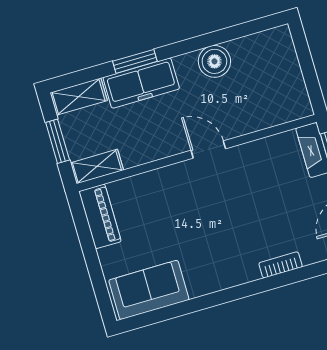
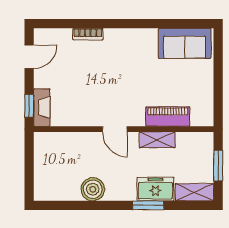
freezer: (141, 83) -> (155, 189), width x0.71
shelving: (97, 166) -> (157, 140), moved
piano: (100, 216) -> (168, 117), moved, turned 90

